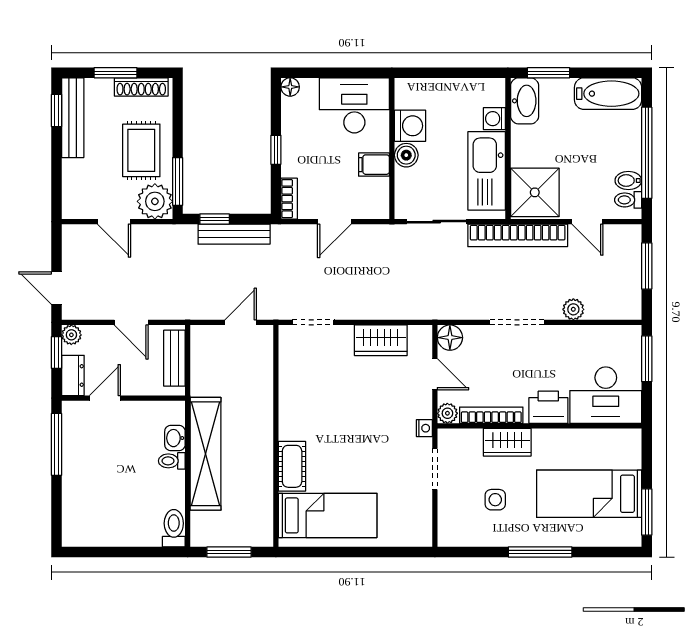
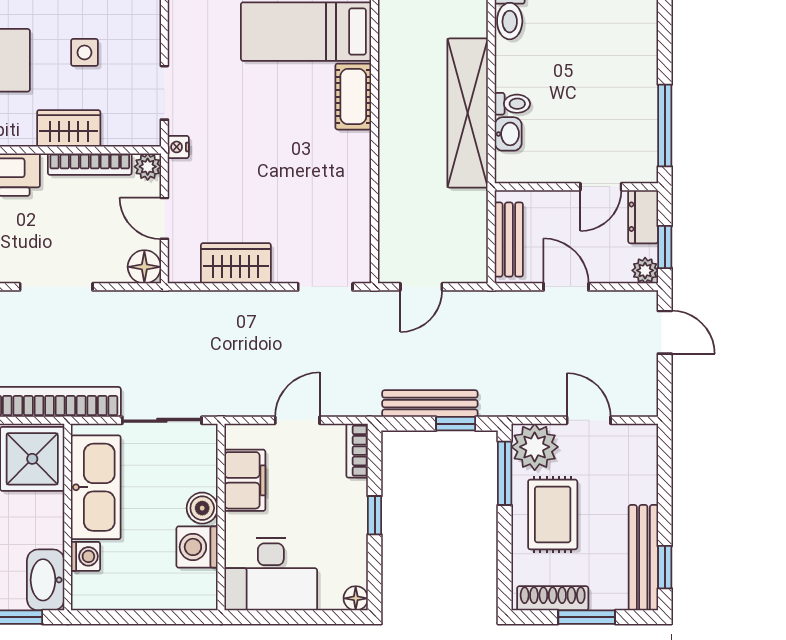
filing cabinet: (374, 165) -> (245, 480), width x2.00

